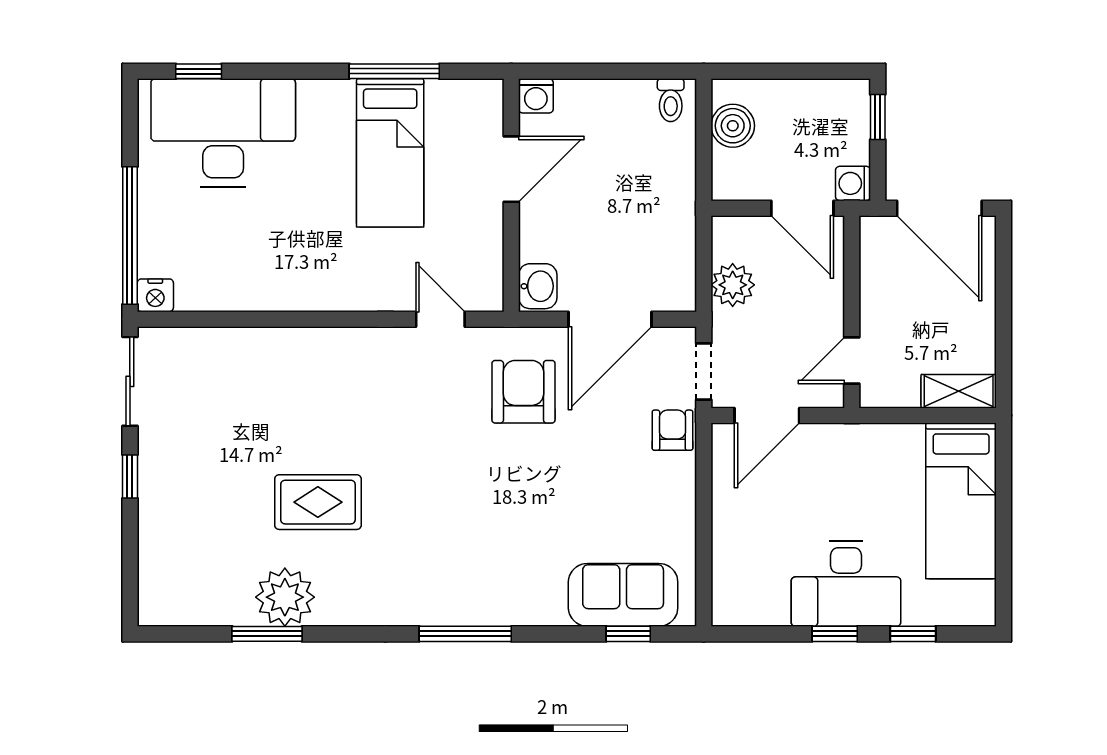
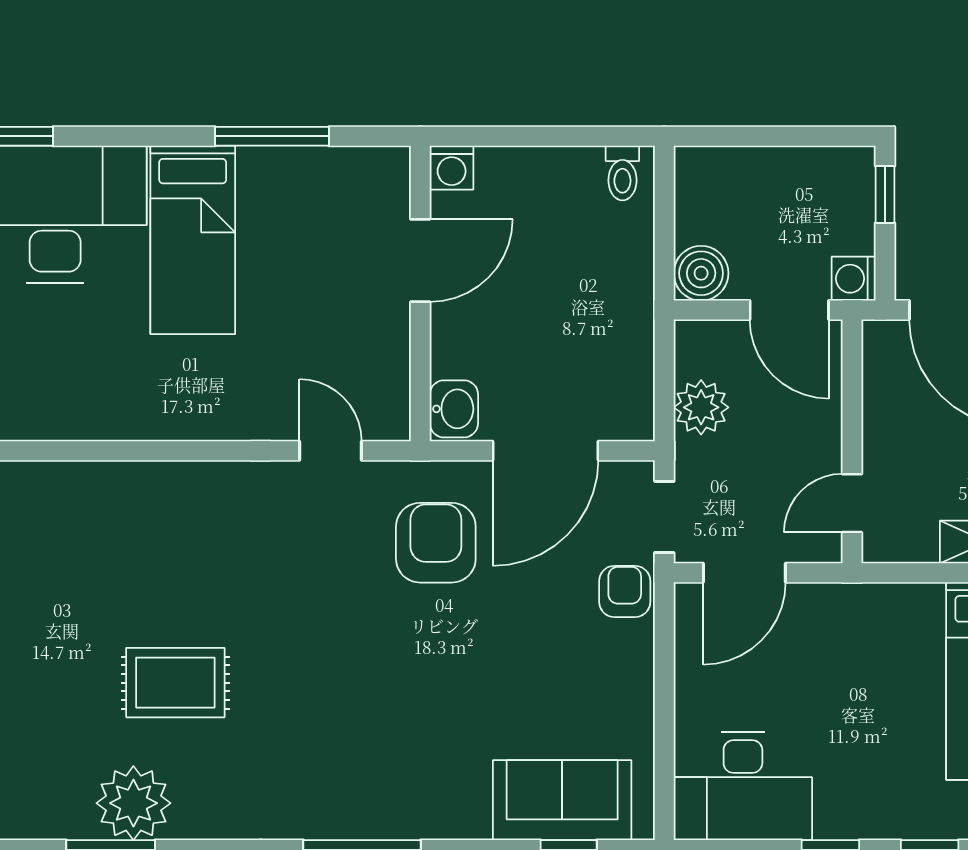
boiler: (733, 126) -> (701, 273), moved
bed: (390, 153) -> (193, 240), moved
desk: (846, 584) -> (743, 786), moved

